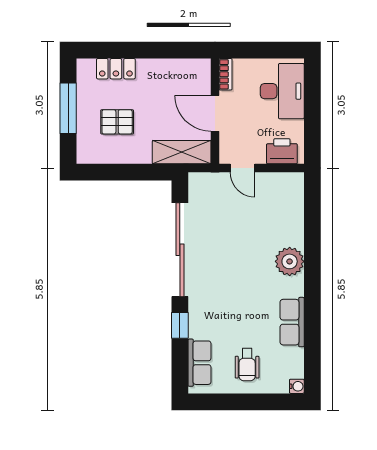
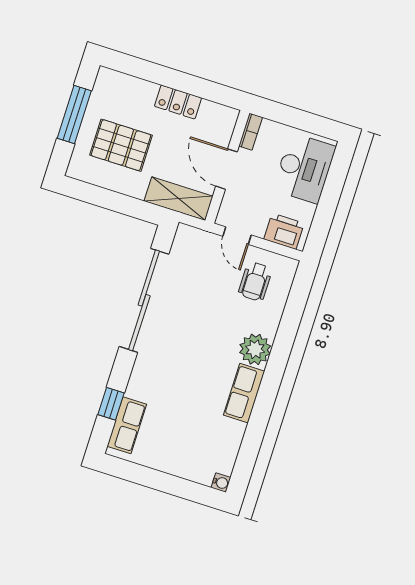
locker: (116, 69) -> (178, 102), moved
pallet: (117, 122) -> (121, 145), width x1.50, depth x1.42
row of seats: (292, 322) -> (244, 393), moved
window: (180, 325) -> (111, 404), moved
wheelchair: (247, 365) -> (255, 281), moved

